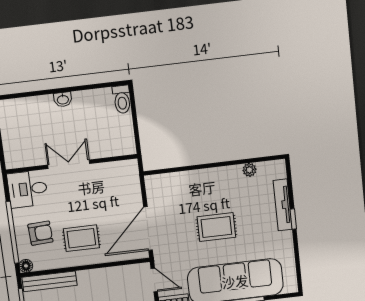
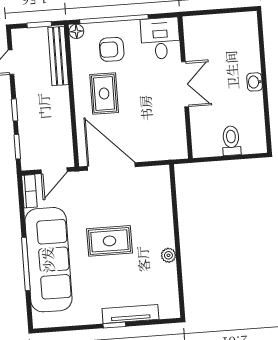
toilet: (122, 99) -> (231, 141), moved, turned 90
plant: (249, 170) -> (168, 255), moved
rug: (216, 227) -> (110, 241), turned 90
armchair: (40, 233) -> (112, 49), turned 93

